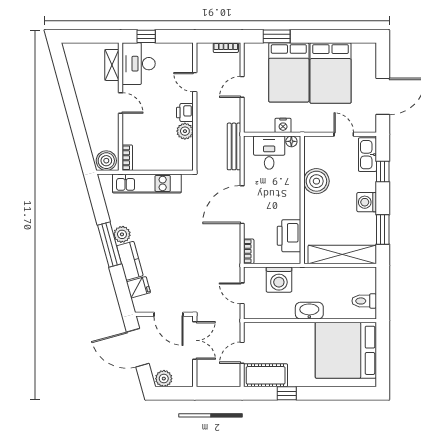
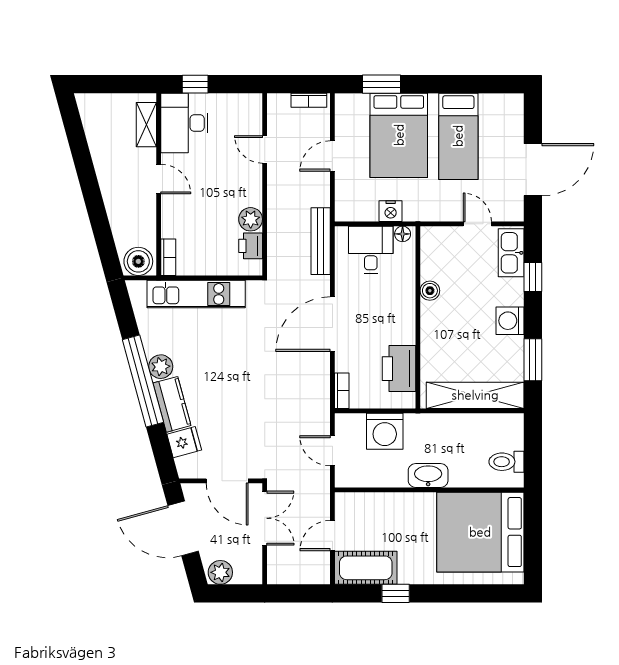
bed: (331, 73) -> (458, 136), width x0.67
printer: (185, 113) -> (251, 246), moved
boiler: (316, 181) -> (430, 291), width x0.54, depth x0.54
window: (110, 244) -> (143, 381), width x1.46

